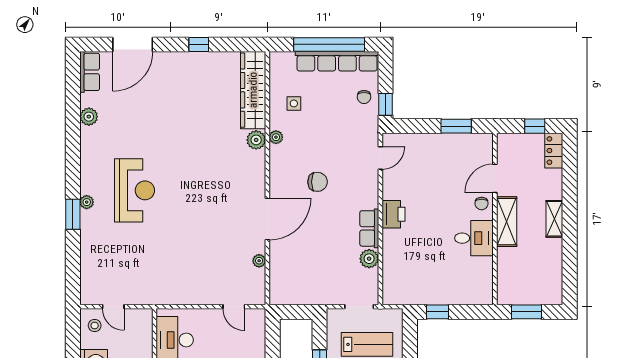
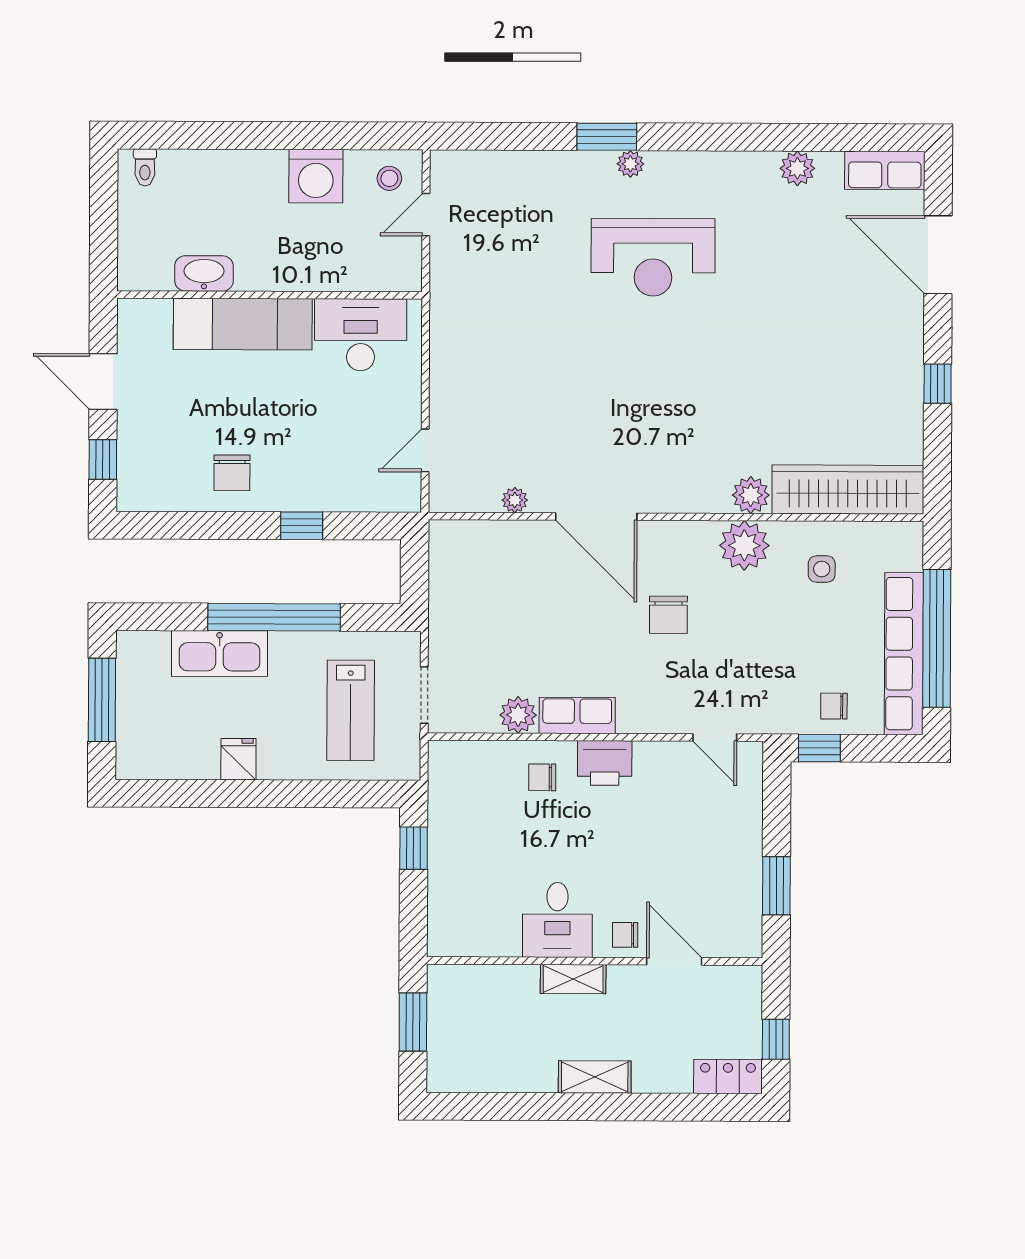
plant: (276, 137) -> (744, 545), width x1.88, depth x1.88
shelving: (507, 222) -> (573, 979), width x0.67, depth x0.75
chair: (401, 246) -> (542, 777), added

